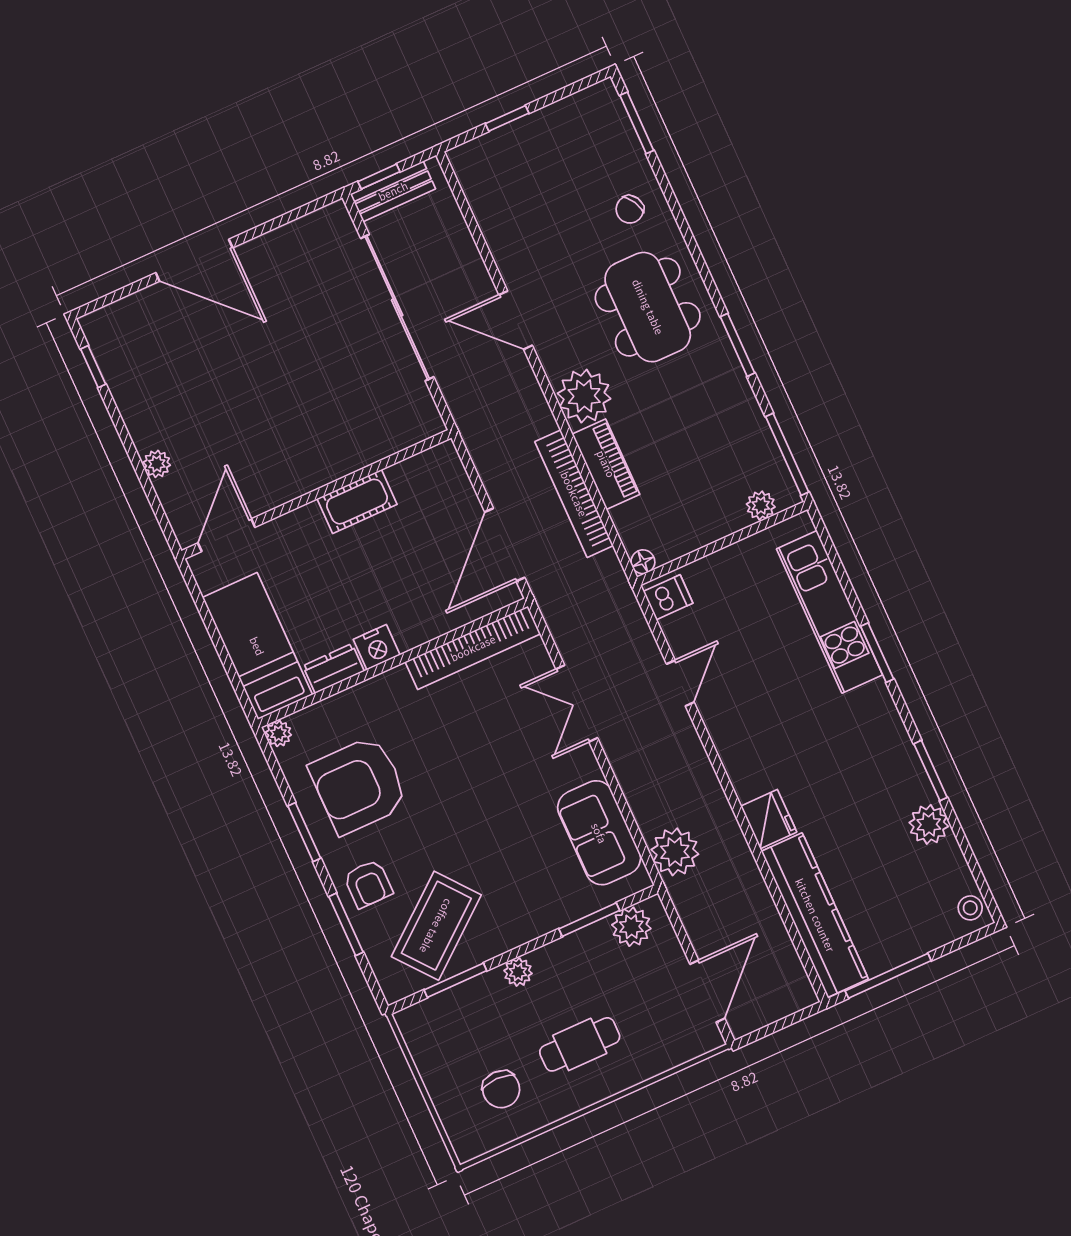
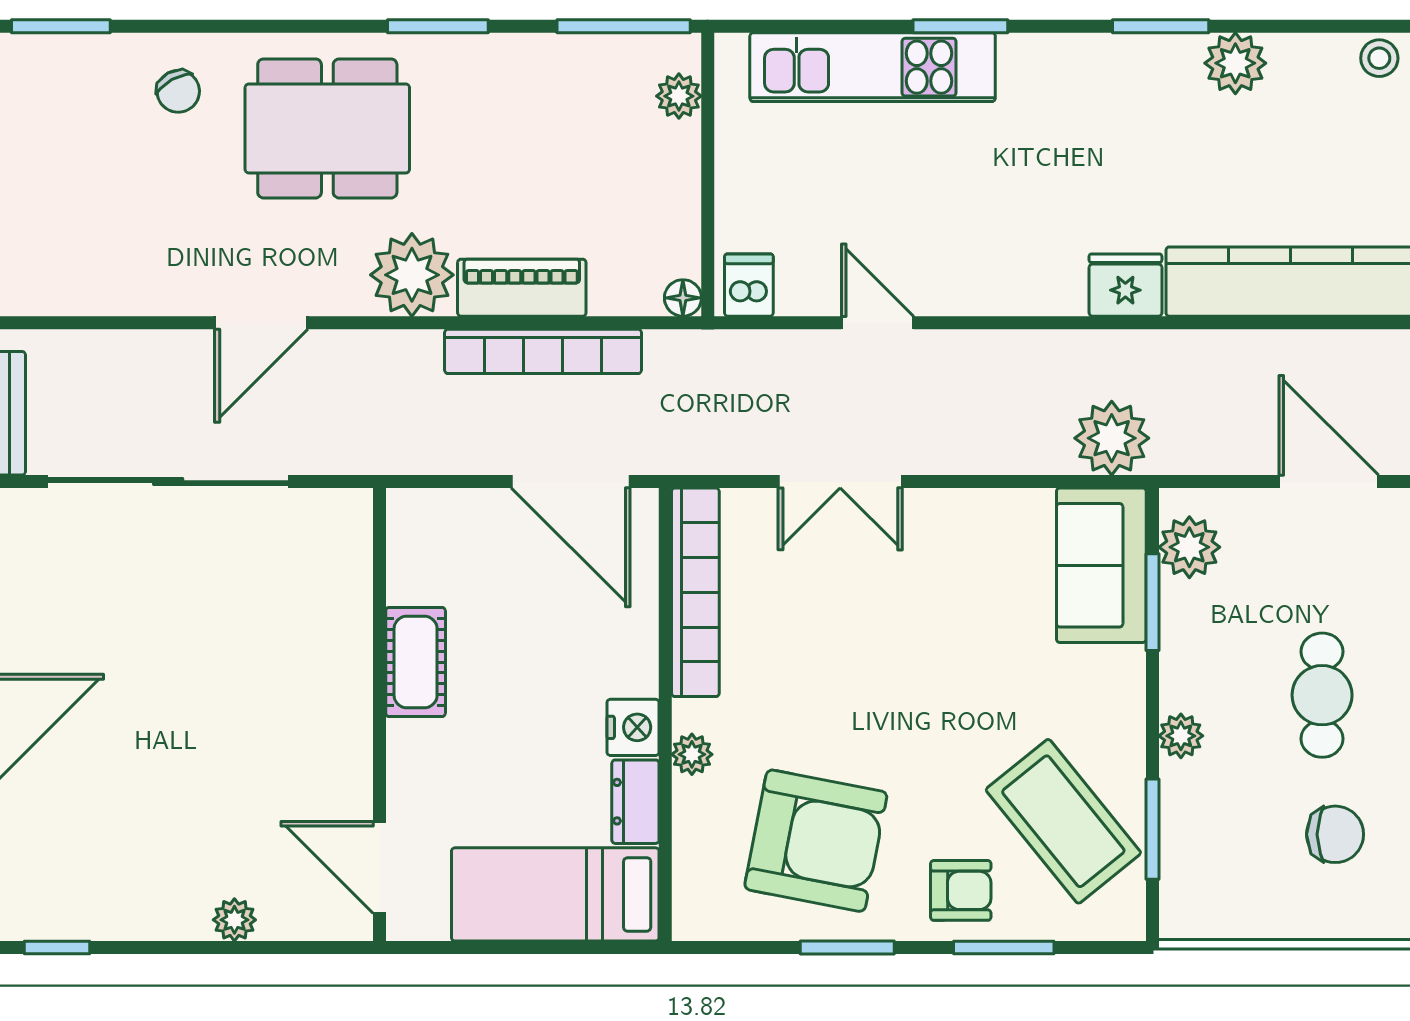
plant: (278, 734) -> (692, 754), moved
armchair: (359, 785) -> (816, 841), turned -79
sofa: (599, 833) -> (1101, 565), moved, turned 90

